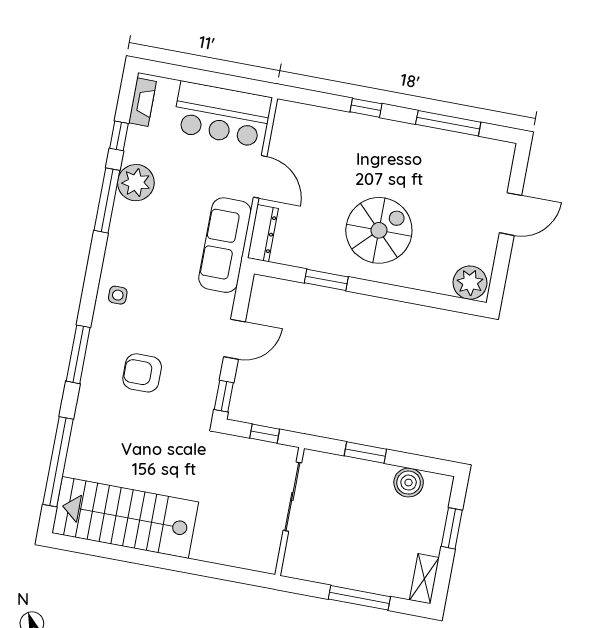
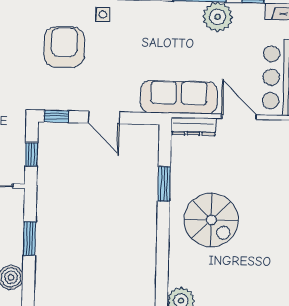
door: (260, 177) -> (239, 117), swing flipped
side table: (118, 295) -> (103, 15), moved
armchair: (142, 373) -> (64, 47), width x1.36, depth x1.36

